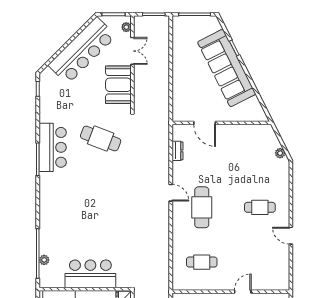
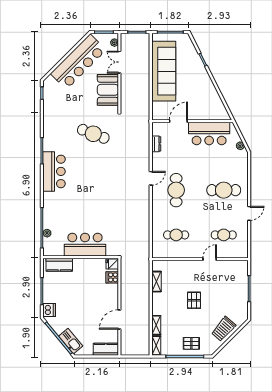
double door: (132, 51) -> (119, 62), swing flipped
sofa: (227, 68) -> (164, 71), moved, turned -153
door: (205, 123) -> (178, 121), swing flipped
bar counter: (242, 138) -> (209, 133), added
bar counter: (53, 147) -> (54, 171), moved
door: (171, 193) -> (151, 178), hinge flipped
cafe table: (260, 207) -> (224, 190), width x1.37, depth x1.35
door: (291, 236) -> (249, 213), swing flipped
cafe table: (260, 262) -> (224, 235), added

